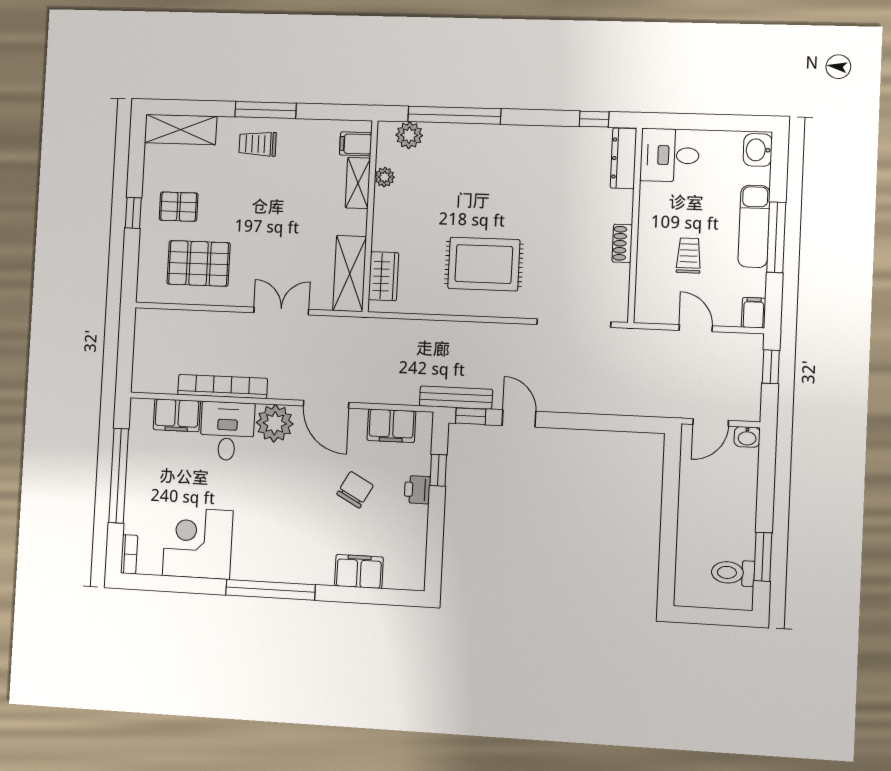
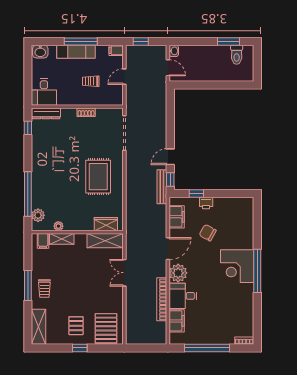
pallet: (199, 263) -> (106, 328), moved
corner desk: (198, 543) -> (237, 266), moved
filing cabinet: (359, 571) -> (246, 229), removed

